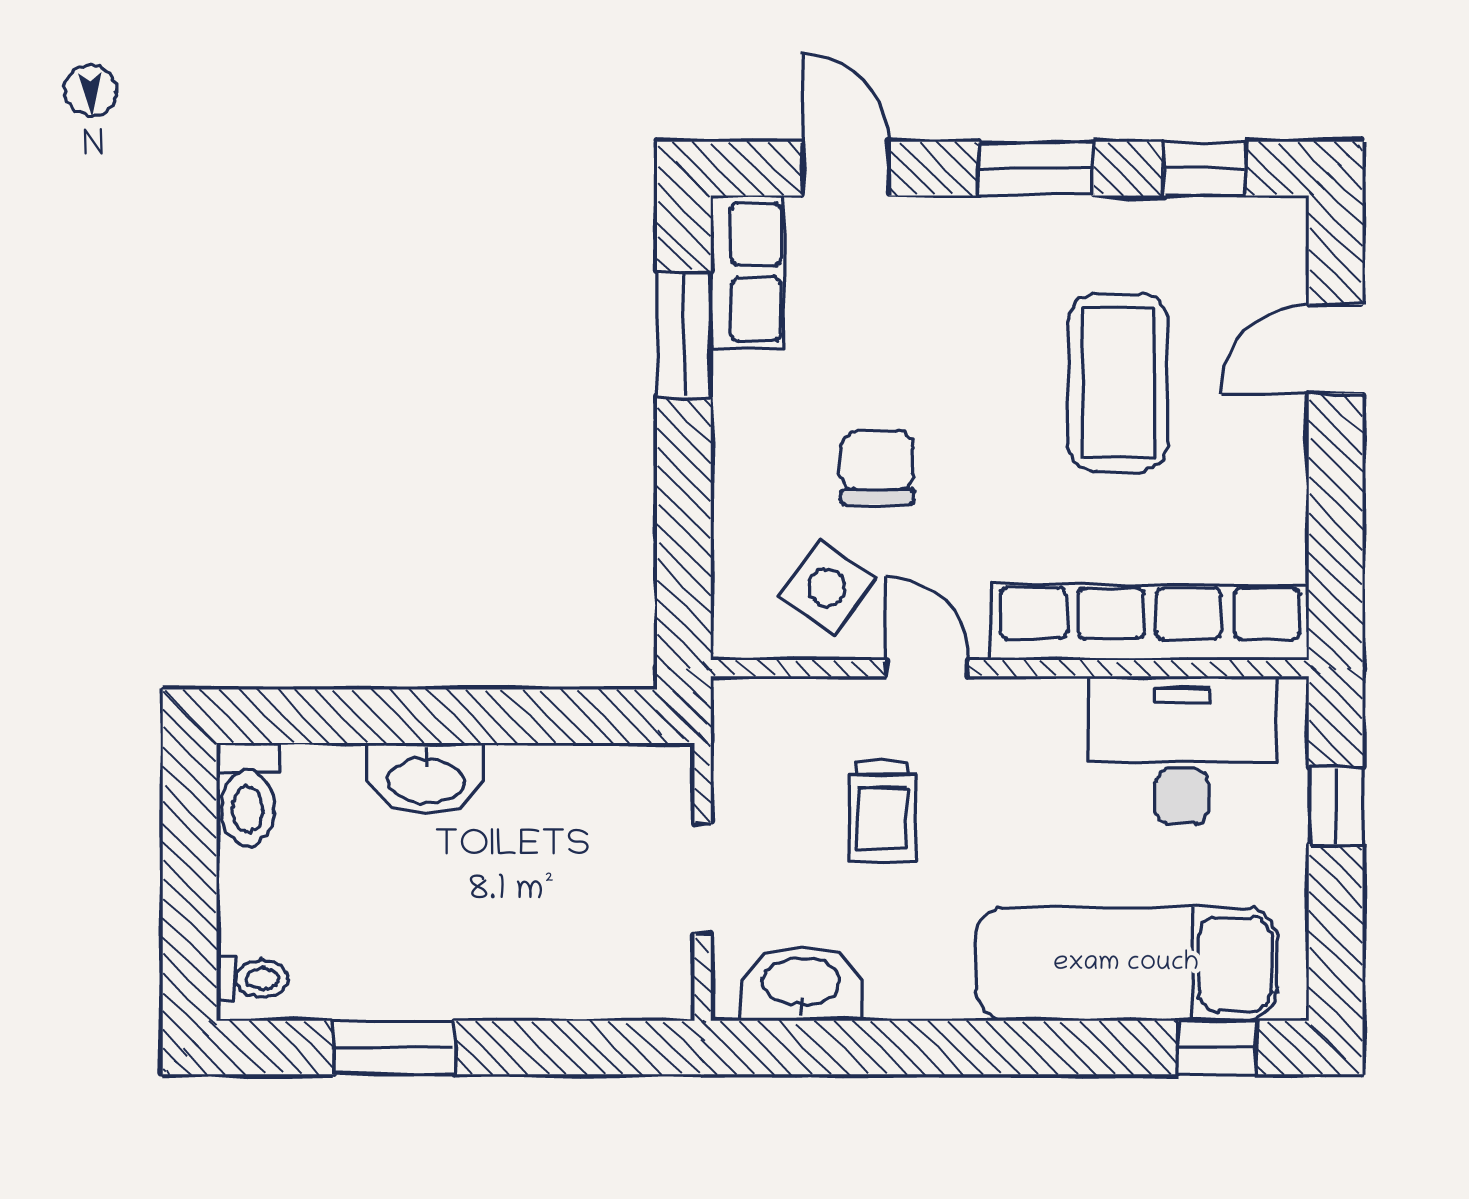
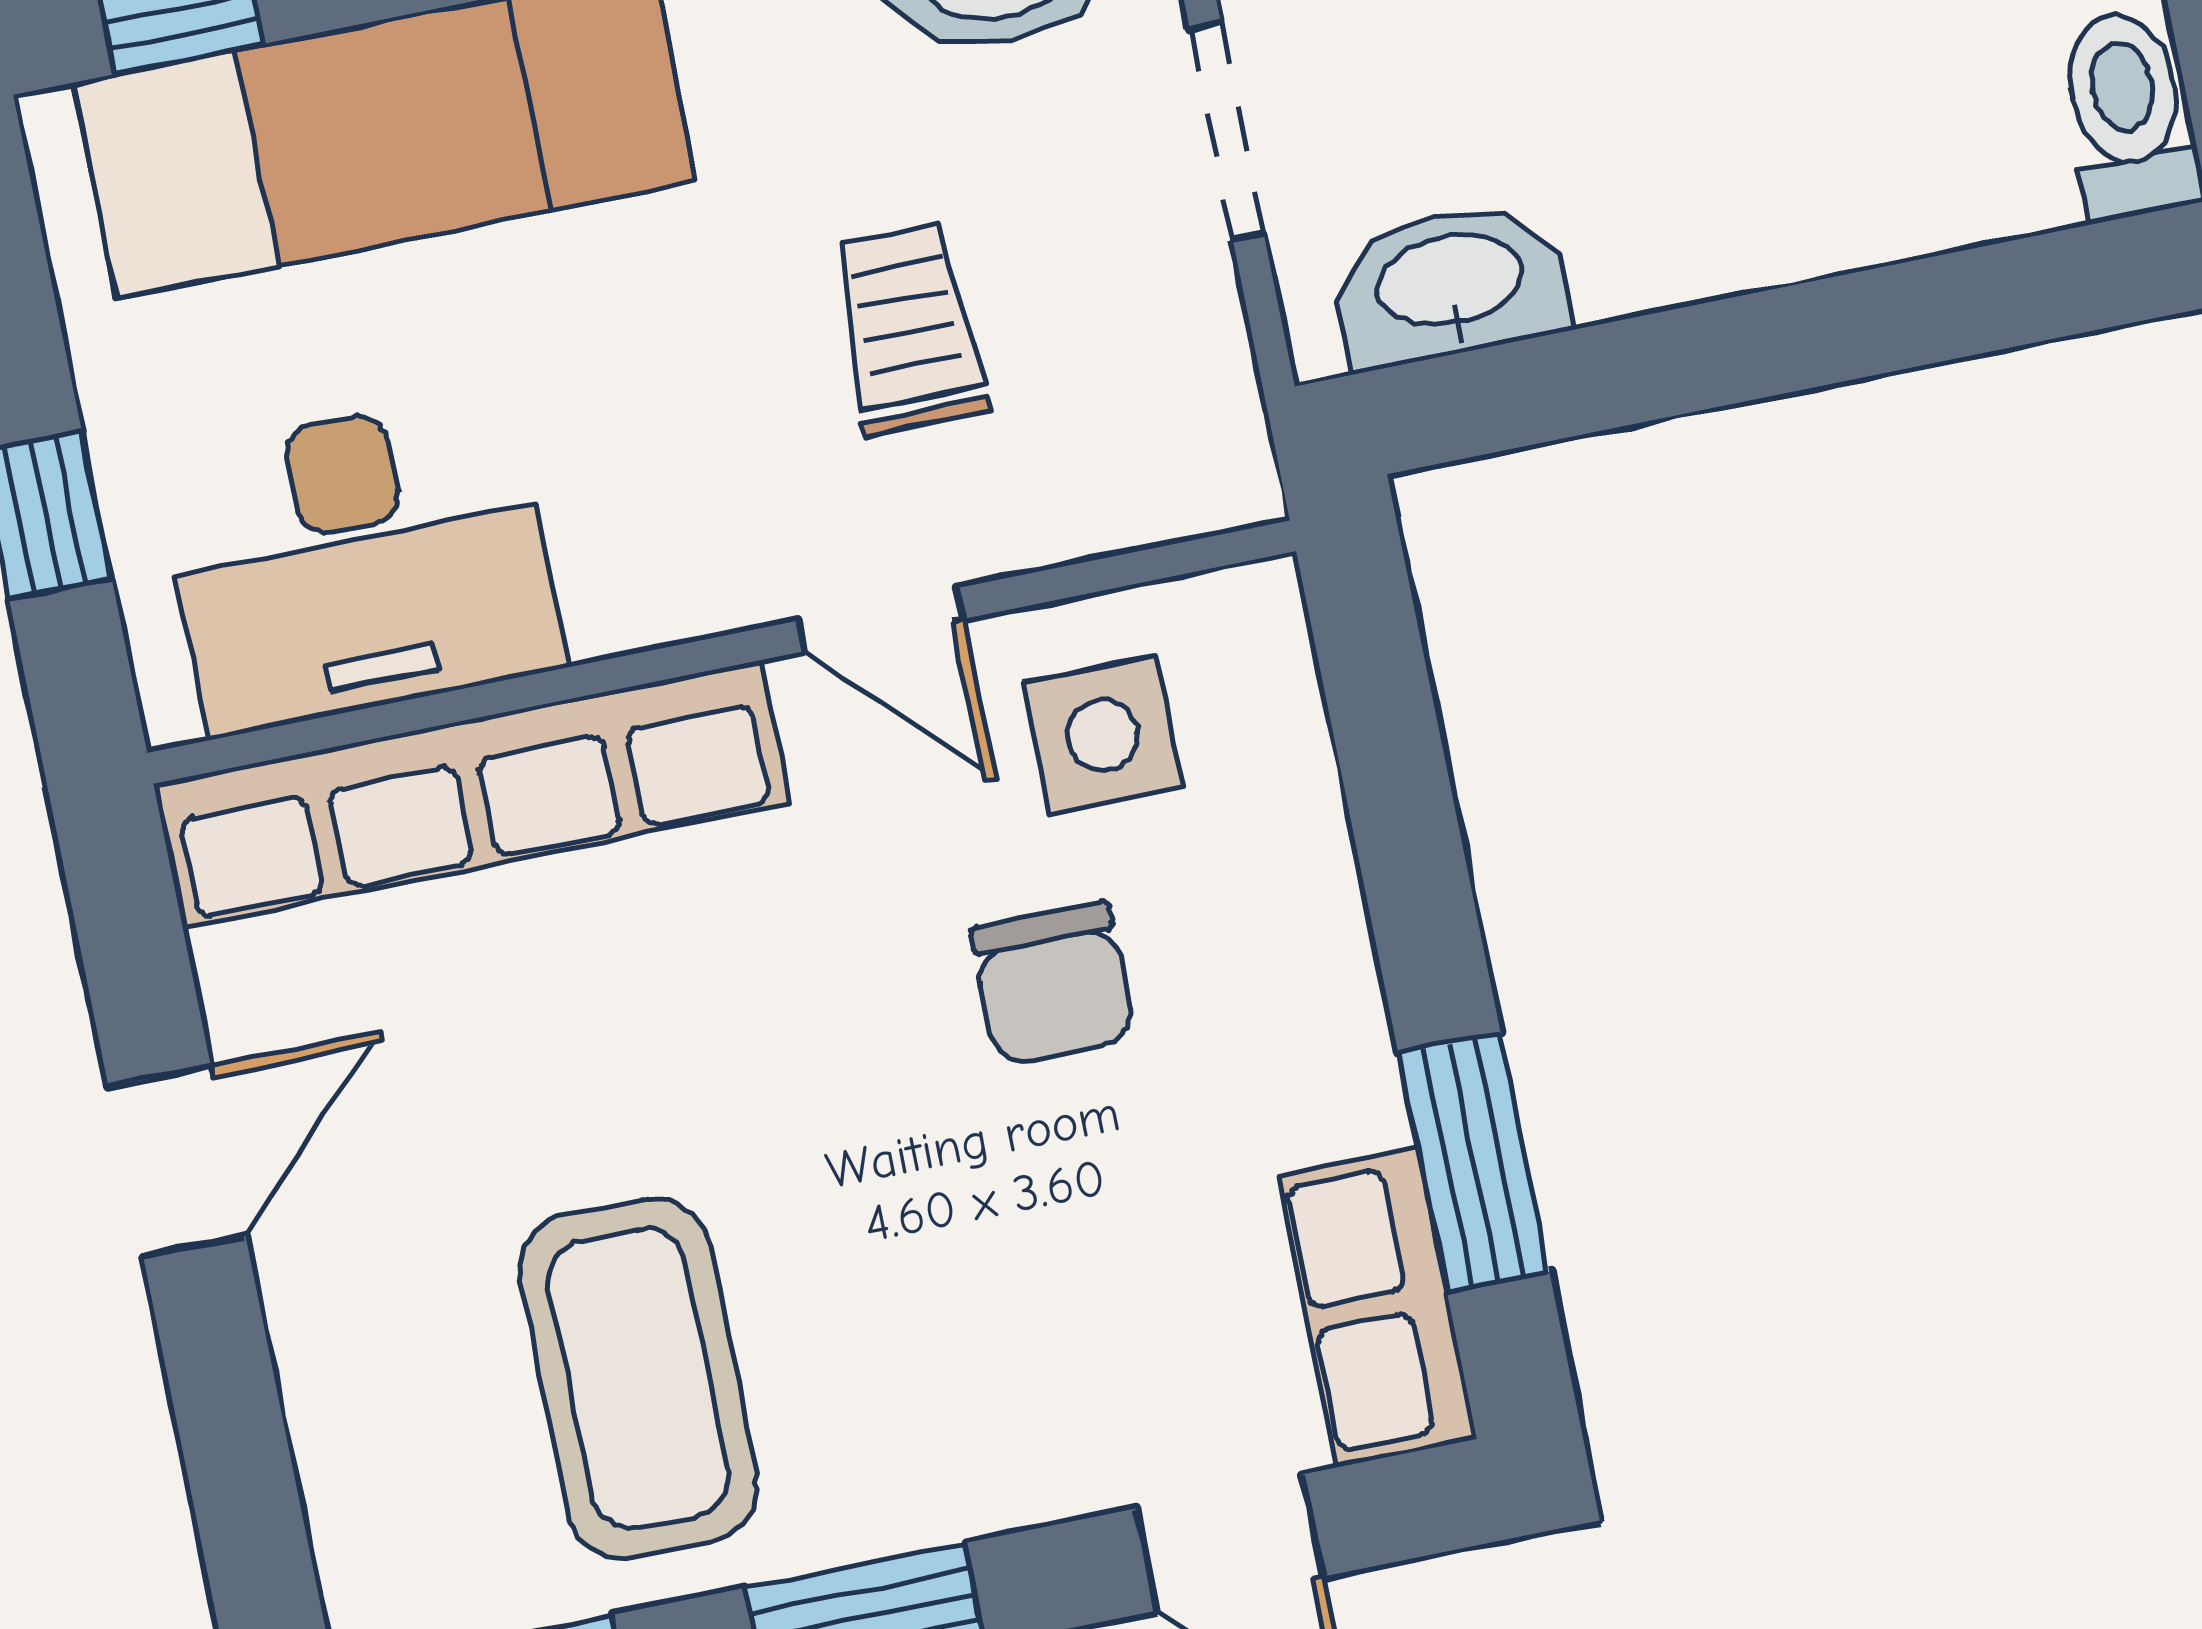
door: (1336, 349) -> (177, 1161), moved
coffee table: (1118, 382) -> (638, 1378), moved
side table: (827, 588) -> (1103, 735), turned -35
washbasin: (426, 779) -> (1450, 284), moved

